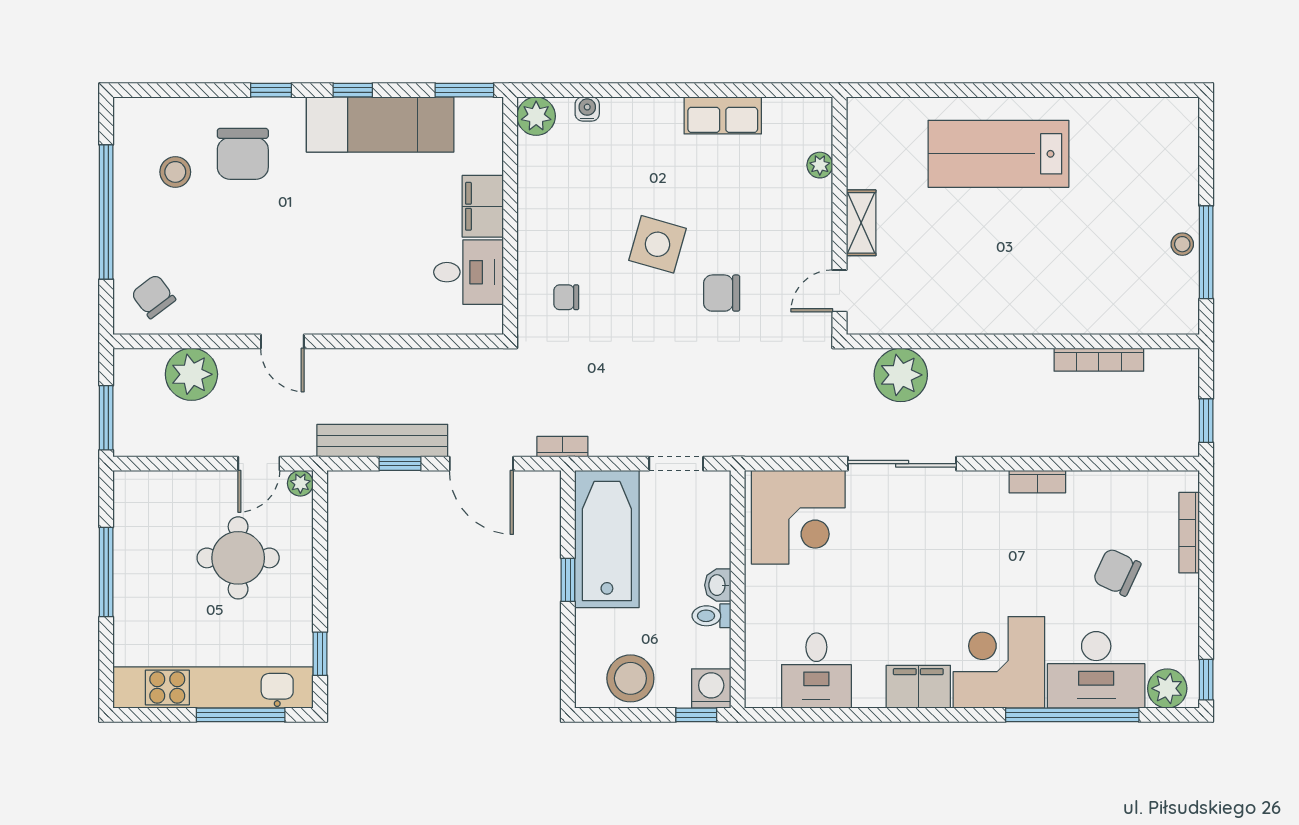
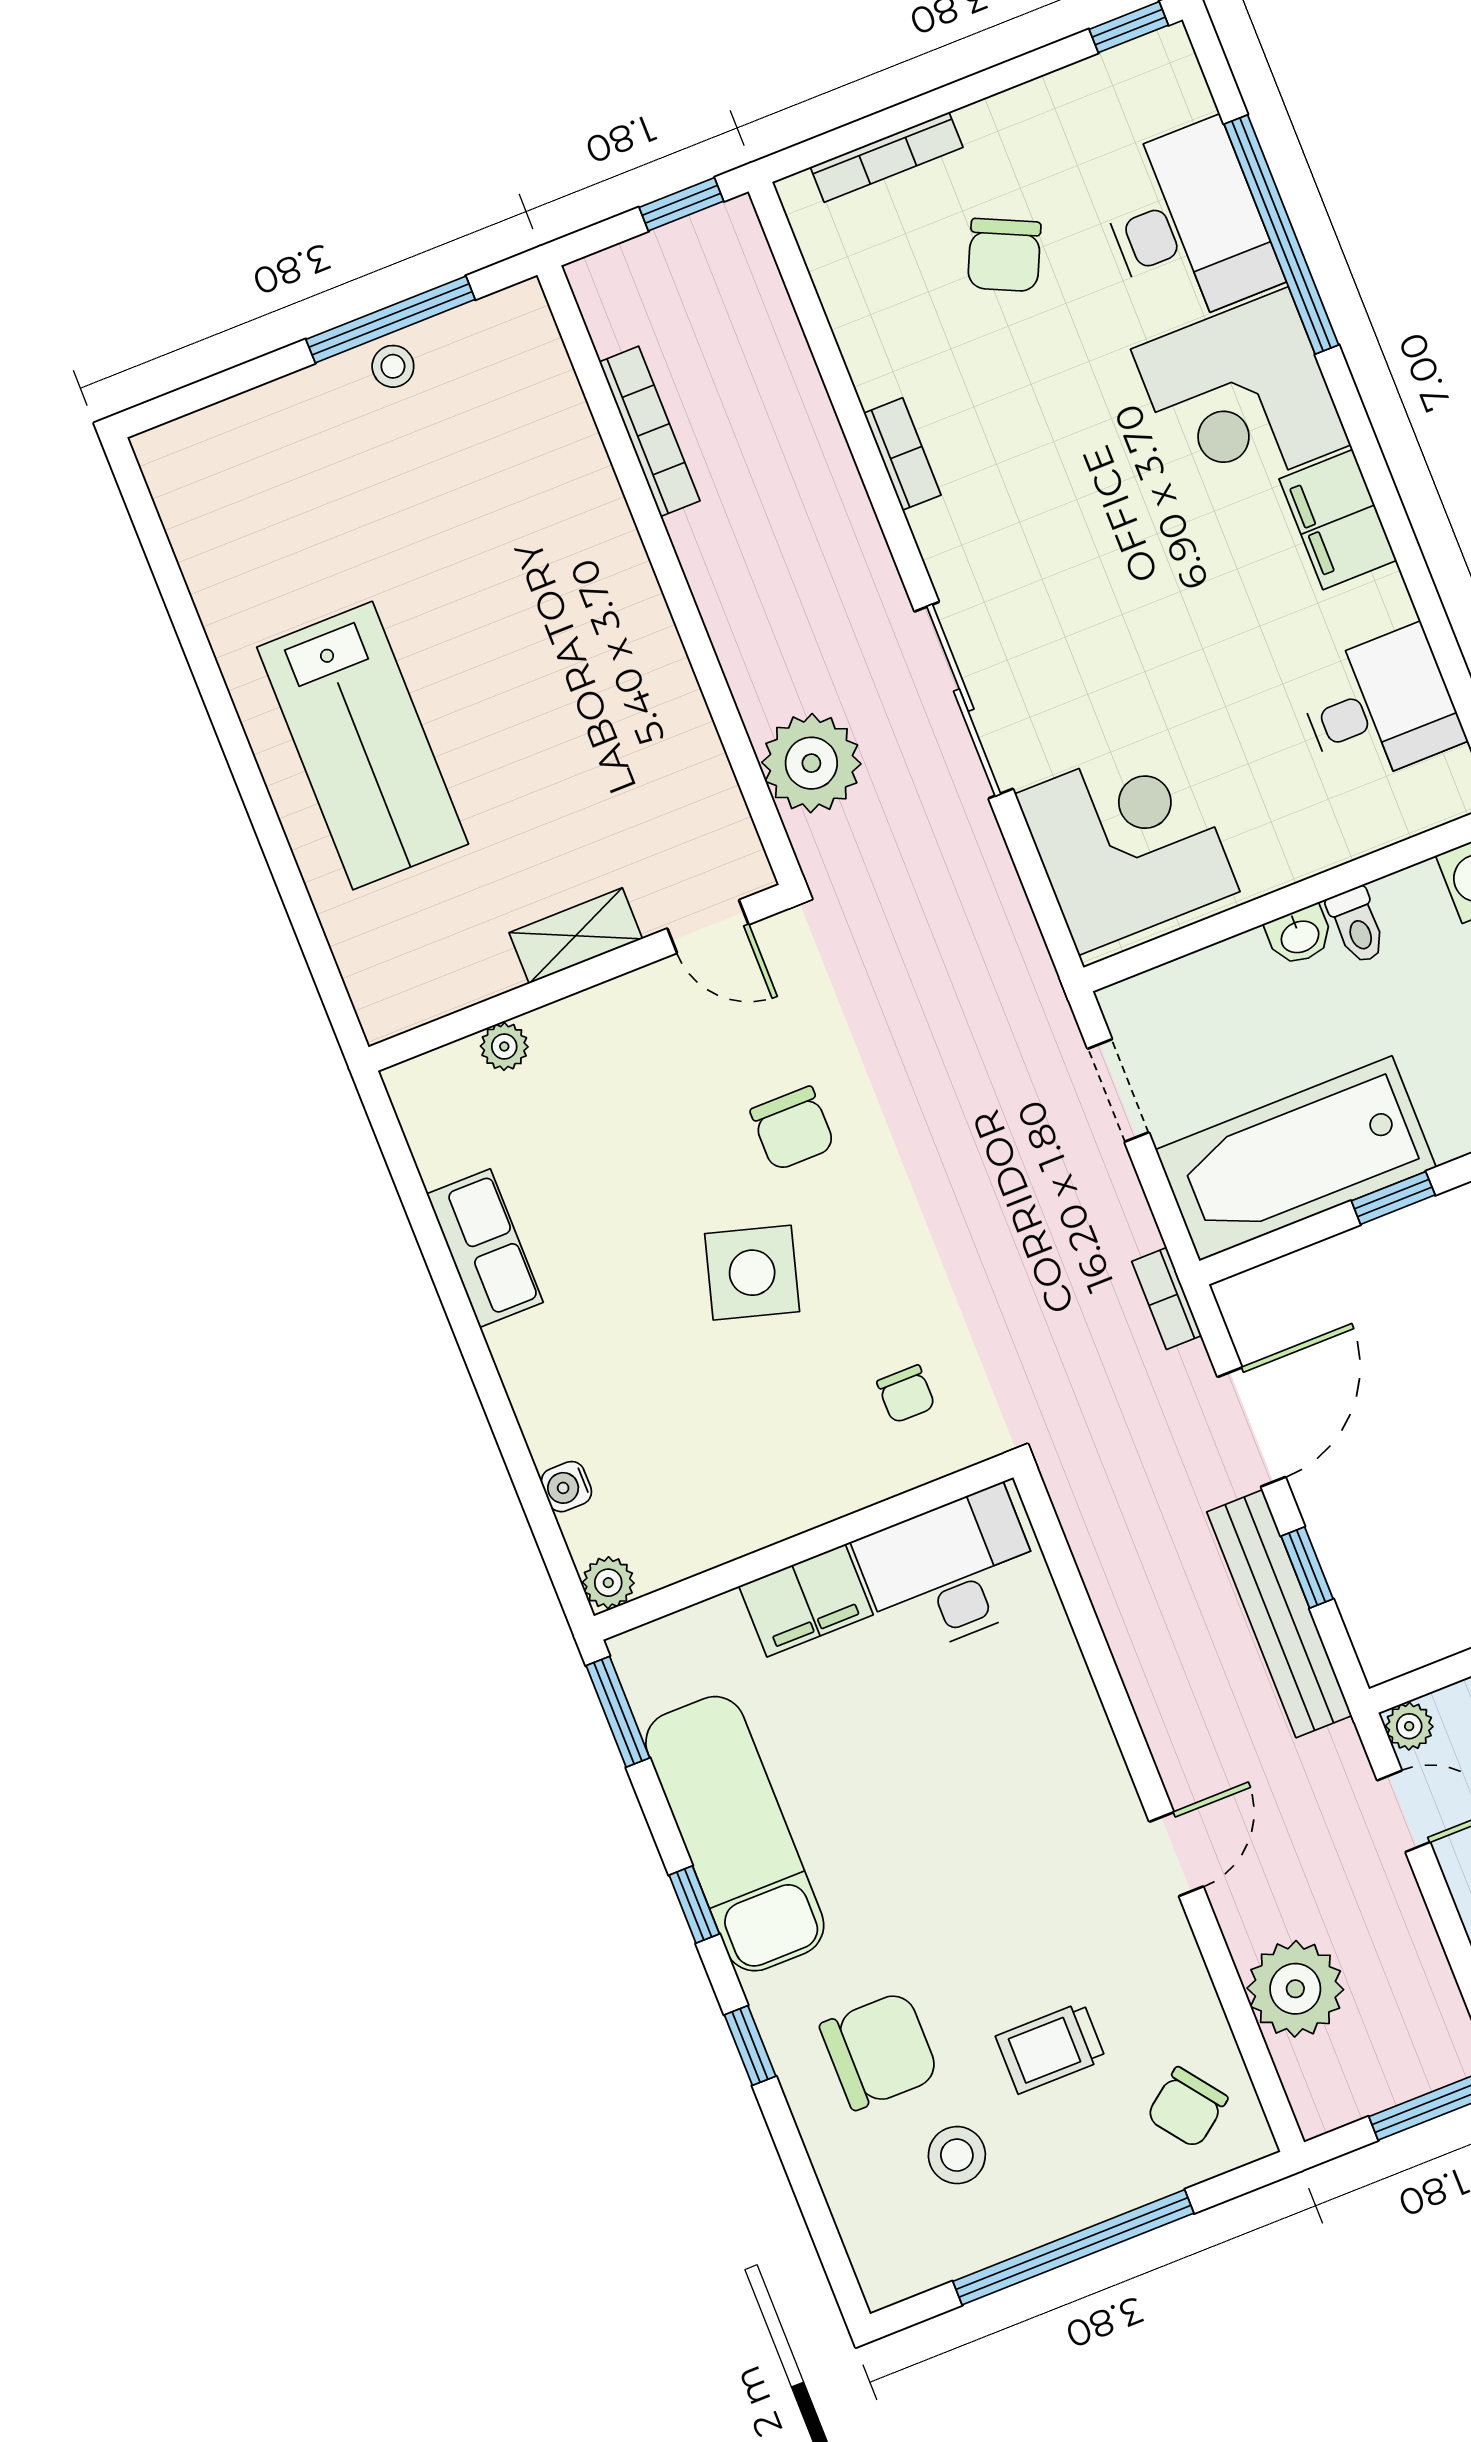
plant: (536, 116) -> (608, 1583), width x0.73, depth x0.73
trolley: (210, 240) -> (1051, 2048), added
desk: (468, 272) -> (950, 1572), width x1.37
plant: (1167, 688) -> (1171, 88), removed

